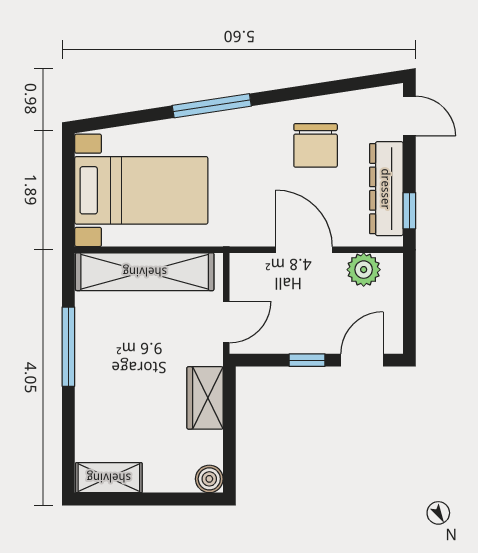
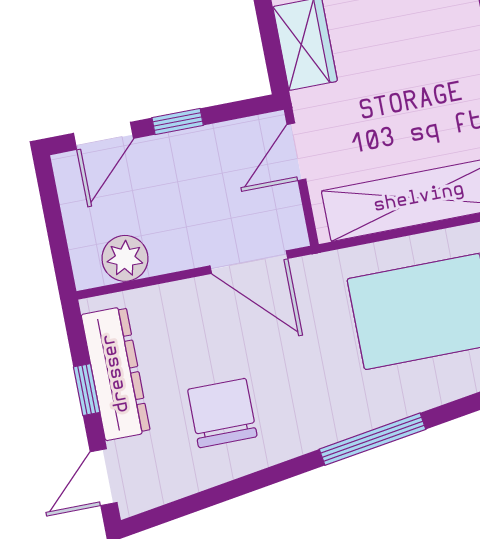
door: (409, 116) -> (104, 477), hinge flipped
window: (409, 211) -> (87, 390), moved
door: (304, 250) -> (249, 262), moved

